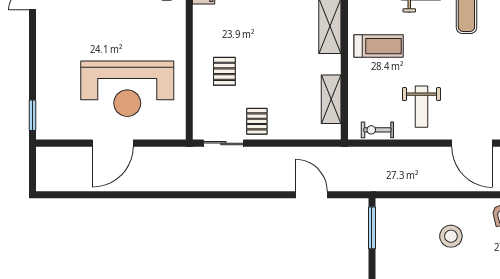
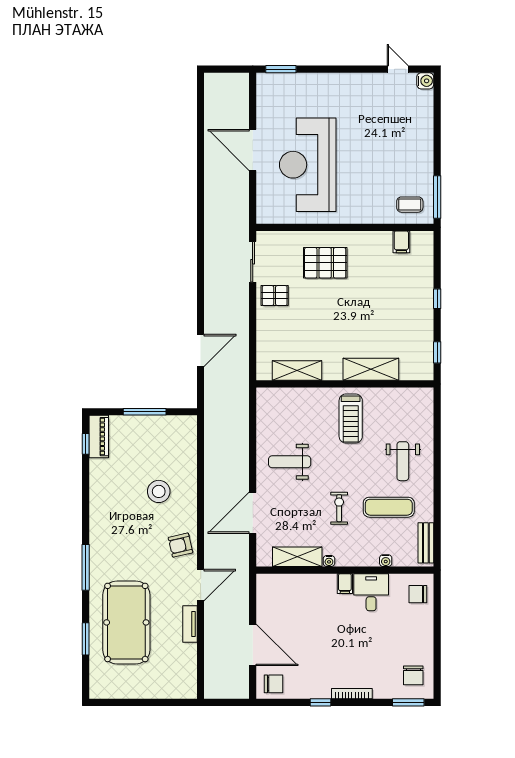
pallet: (224, 71) -> (325, 263), width x1.50, depth x1.42
exercise bike: (377, 130) -> (339, 508), moved
window: (372, 228) -> (145, 412), moved

